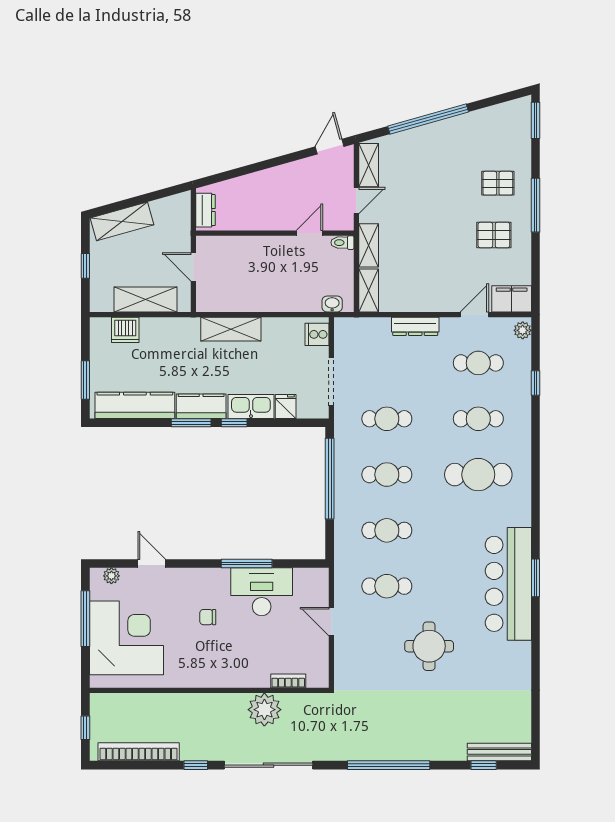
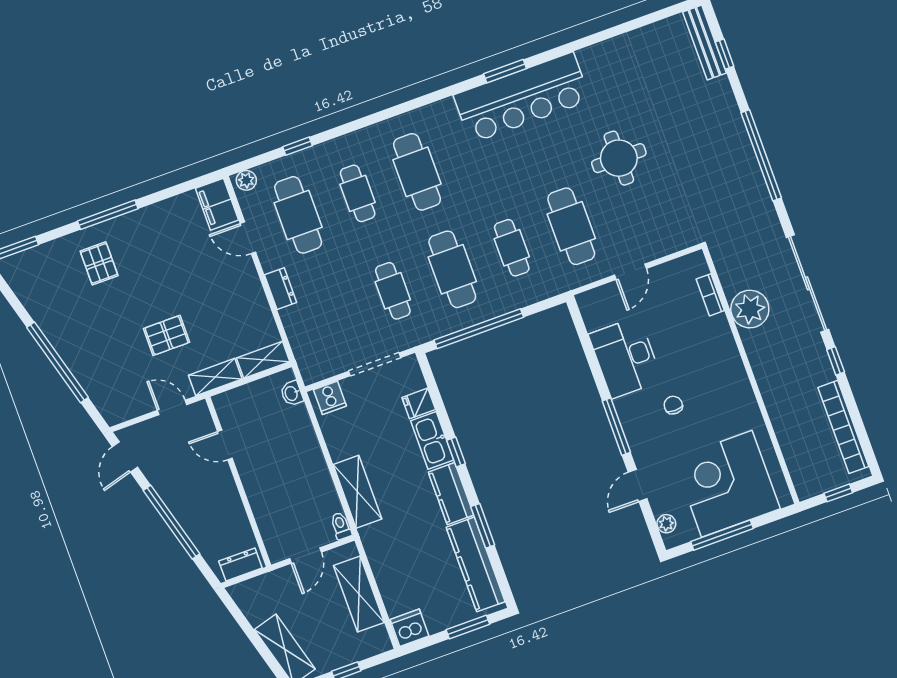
door: (330, 147) -> (125, 457), hinge flipped
shelving: (369, 165) -> (130, 408), removed
window: (261, 166) -> (171, 522), added
pallet: (494, 235) -> (167, 335), moved, turned 90
toilet: (342, 243) -> (341, 526), moved, turned 180
dresser: (415, 326) -> (281, 289), width x0.70
dishwasher: (125, 330) -> (410, 628), moved, turned -90
cafe table: (478, 363) -> (298, 215), width x1.37, depth x1.35
window: (191, 423) -> (483, 526), moved
cafe table: (387, 475) -> (452, 269), width x1.37, depth x1.35
window: (247, 563) -> (616, 427), moved
cafe table: (387, 586) -> (571, 226), width x1.37, depth x1.35
chair: (208, 617) -> (673, 405), turned 180

